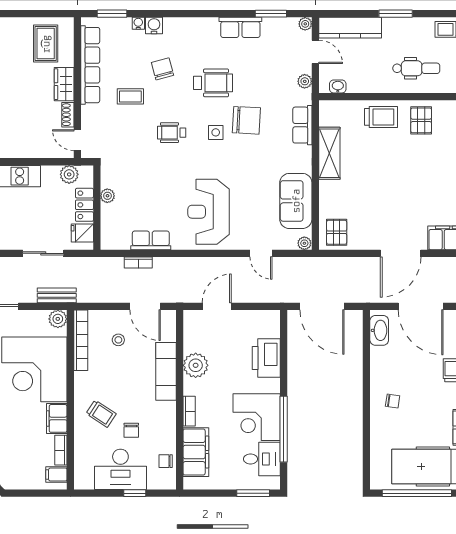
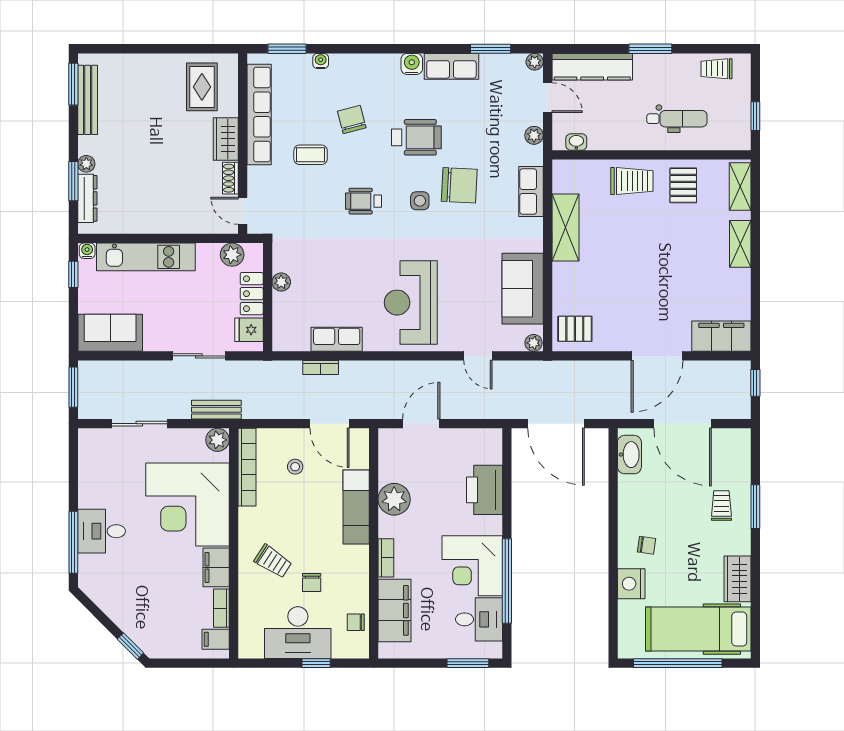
water cooler: (154, 26) -> (412, 64), moved
pallet: (337, 232) -> (575, 329), turned 90
nightstand: (381, 431) -> (631, 584), added

